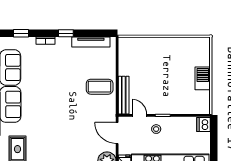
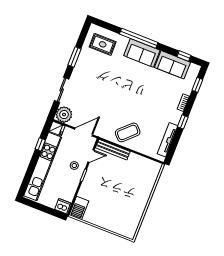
barbecue: (203, 78) -> (79, 208), moved, turned 90
coffee table: (100, 87) -> (128, 132), turned 46

